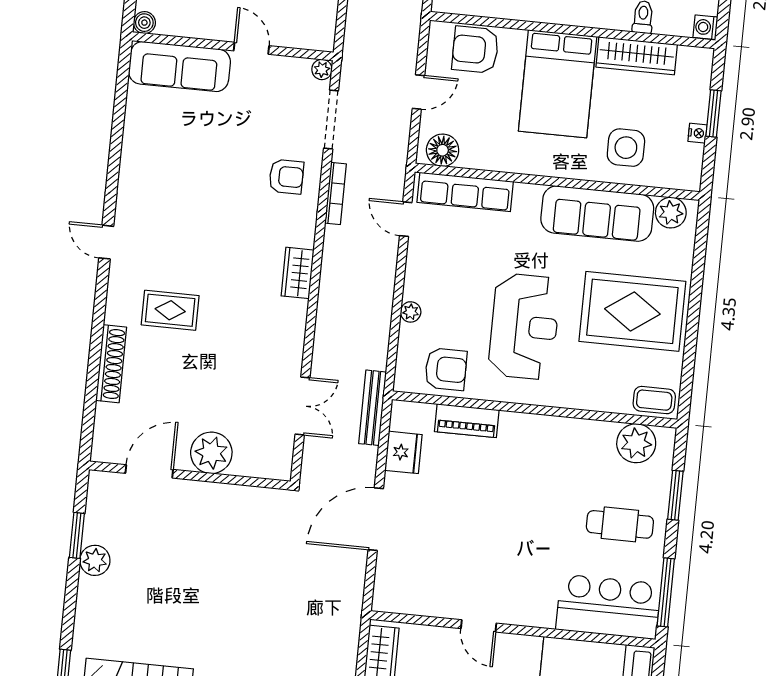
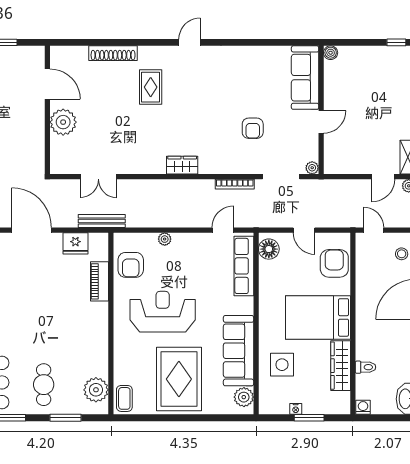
armchair: (286, 177) -> (253, 128), moved
reception desk: (524, 326) -> (163, 312), turned 180

